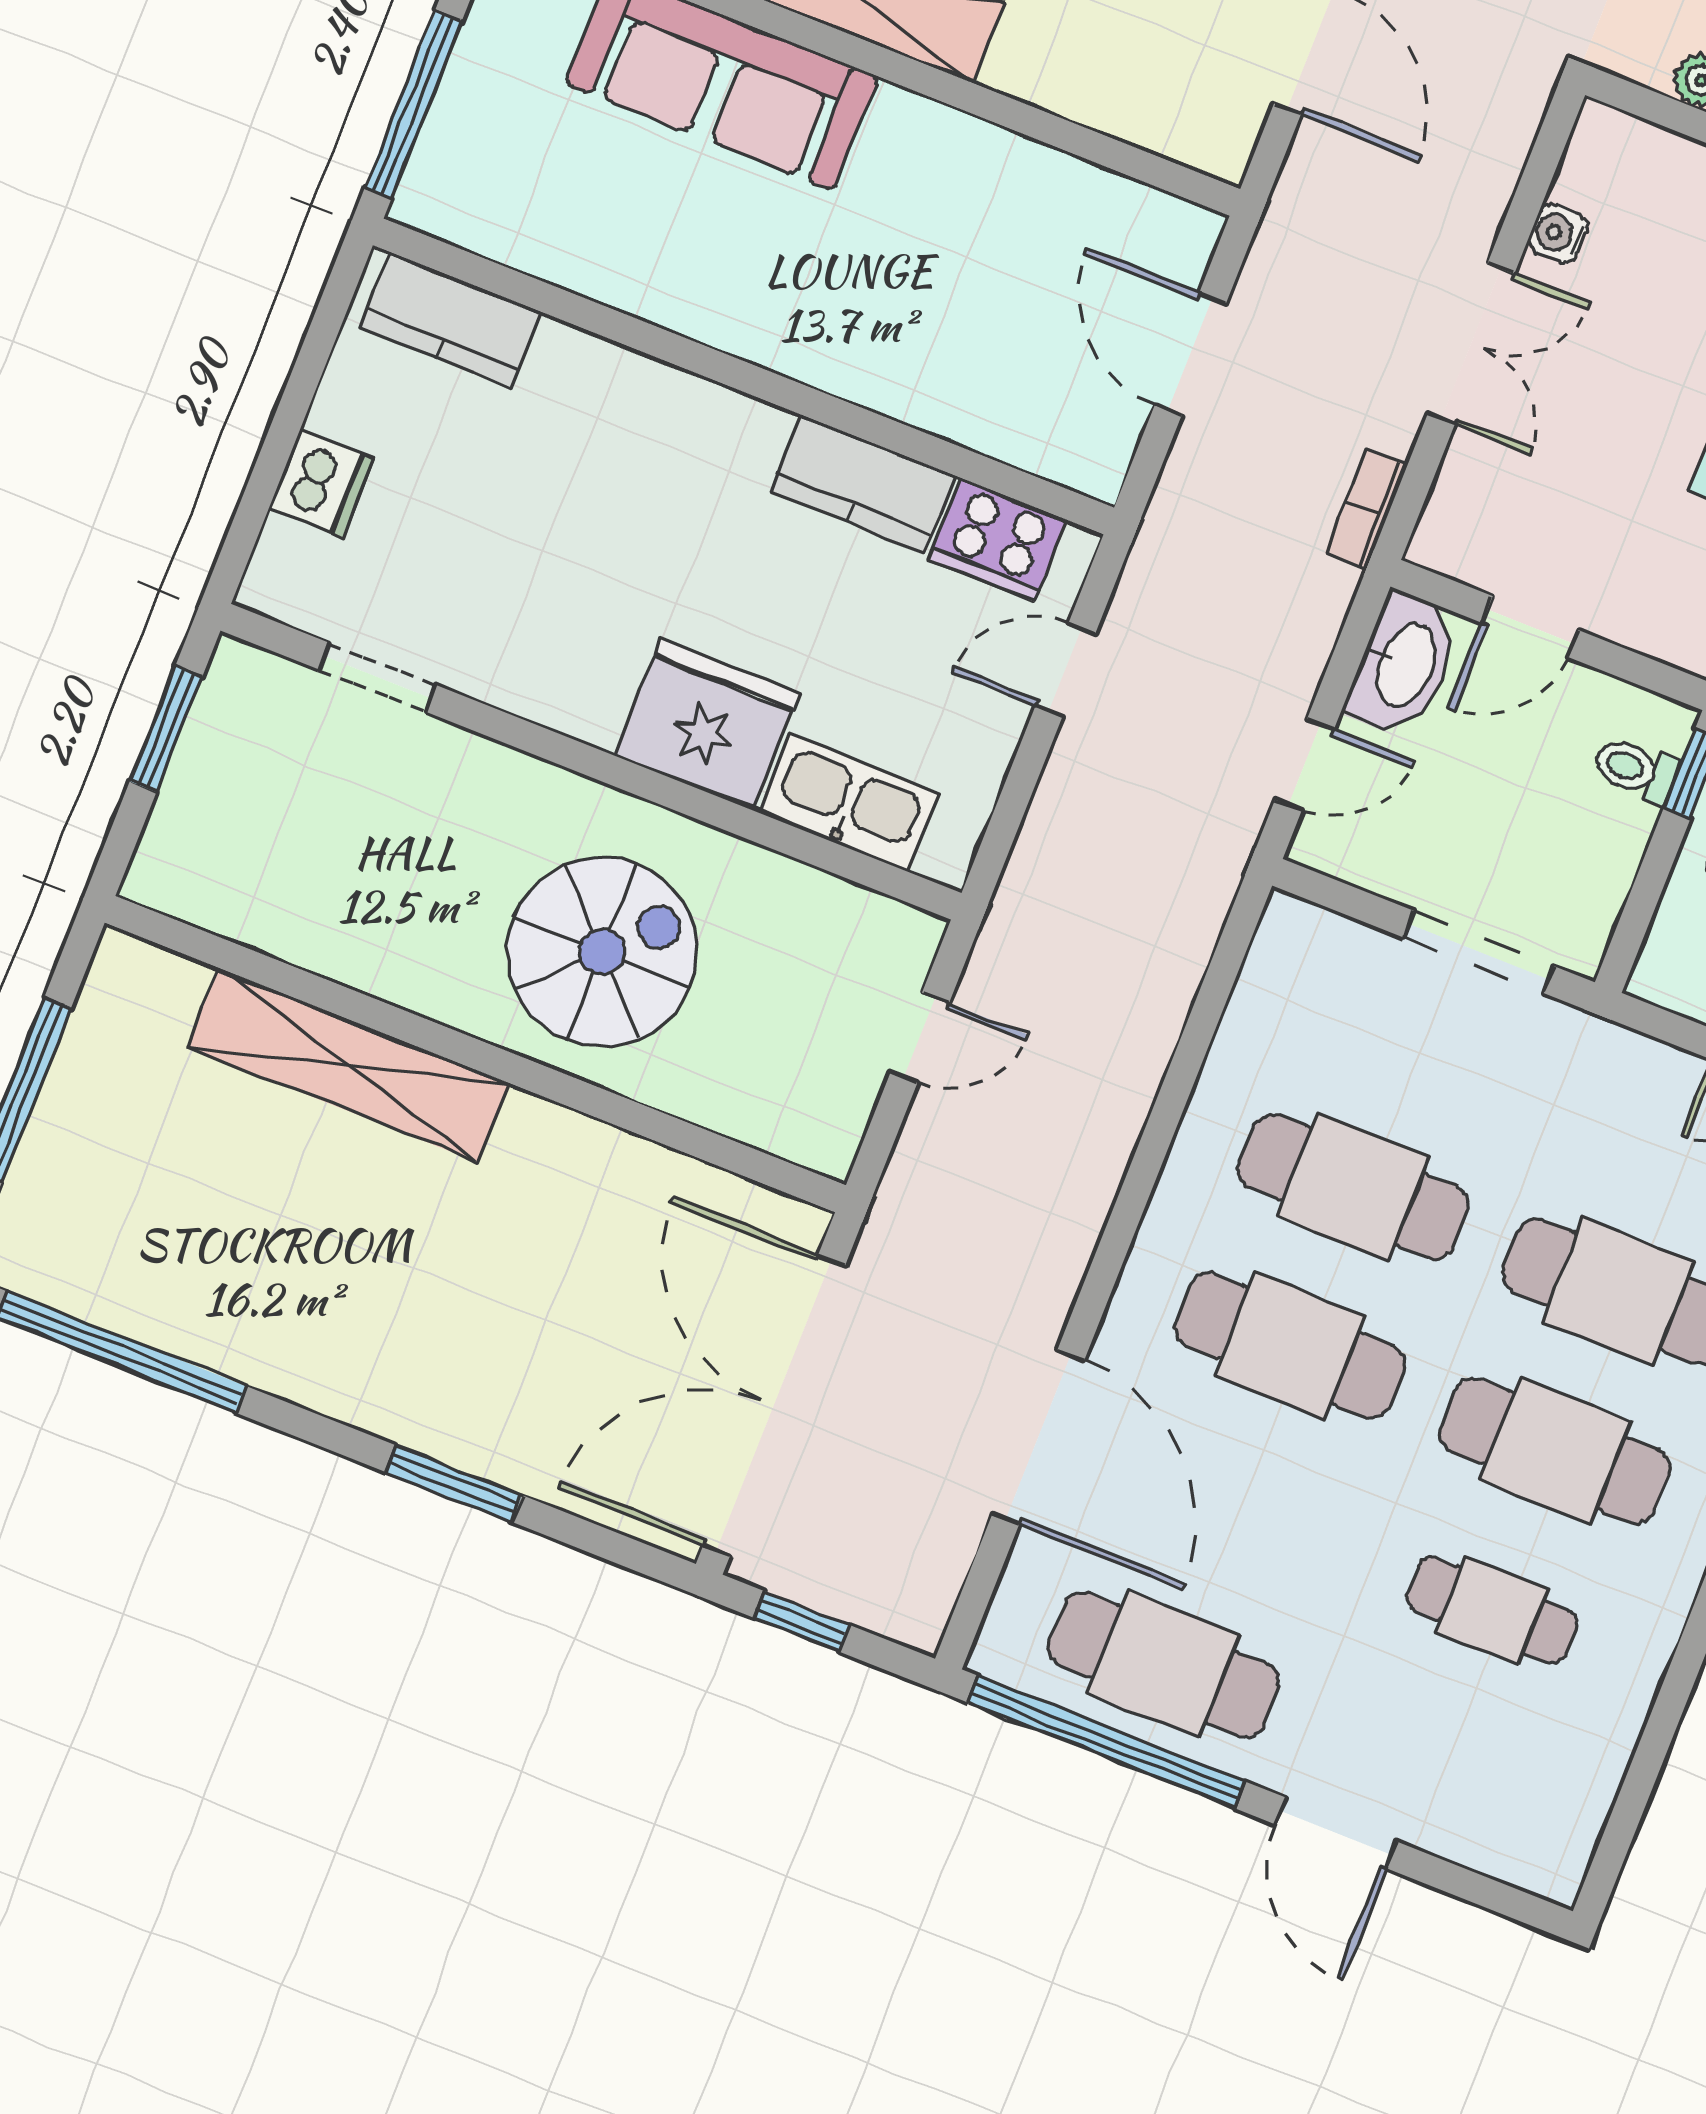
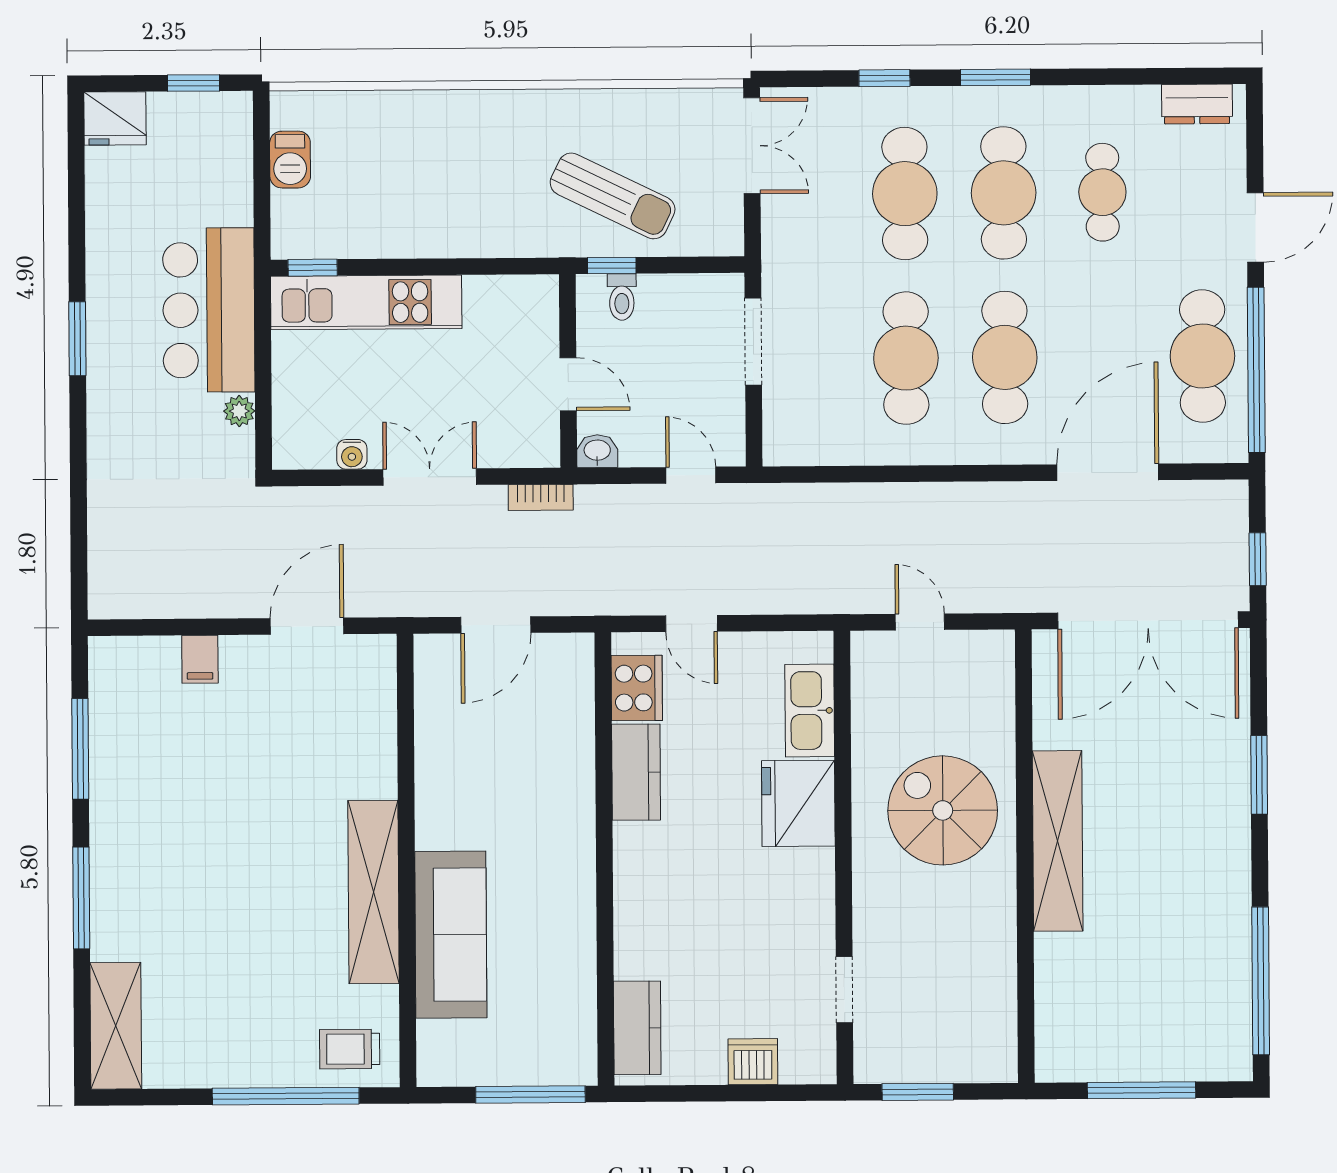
washbasin: (1404, 665) -> (597, 451), width x0.52, depth x0.69
shelving: (348, 1065) -> (1058, 841), moved
dresser: (1572, 1819) -> (1197, 104), added

